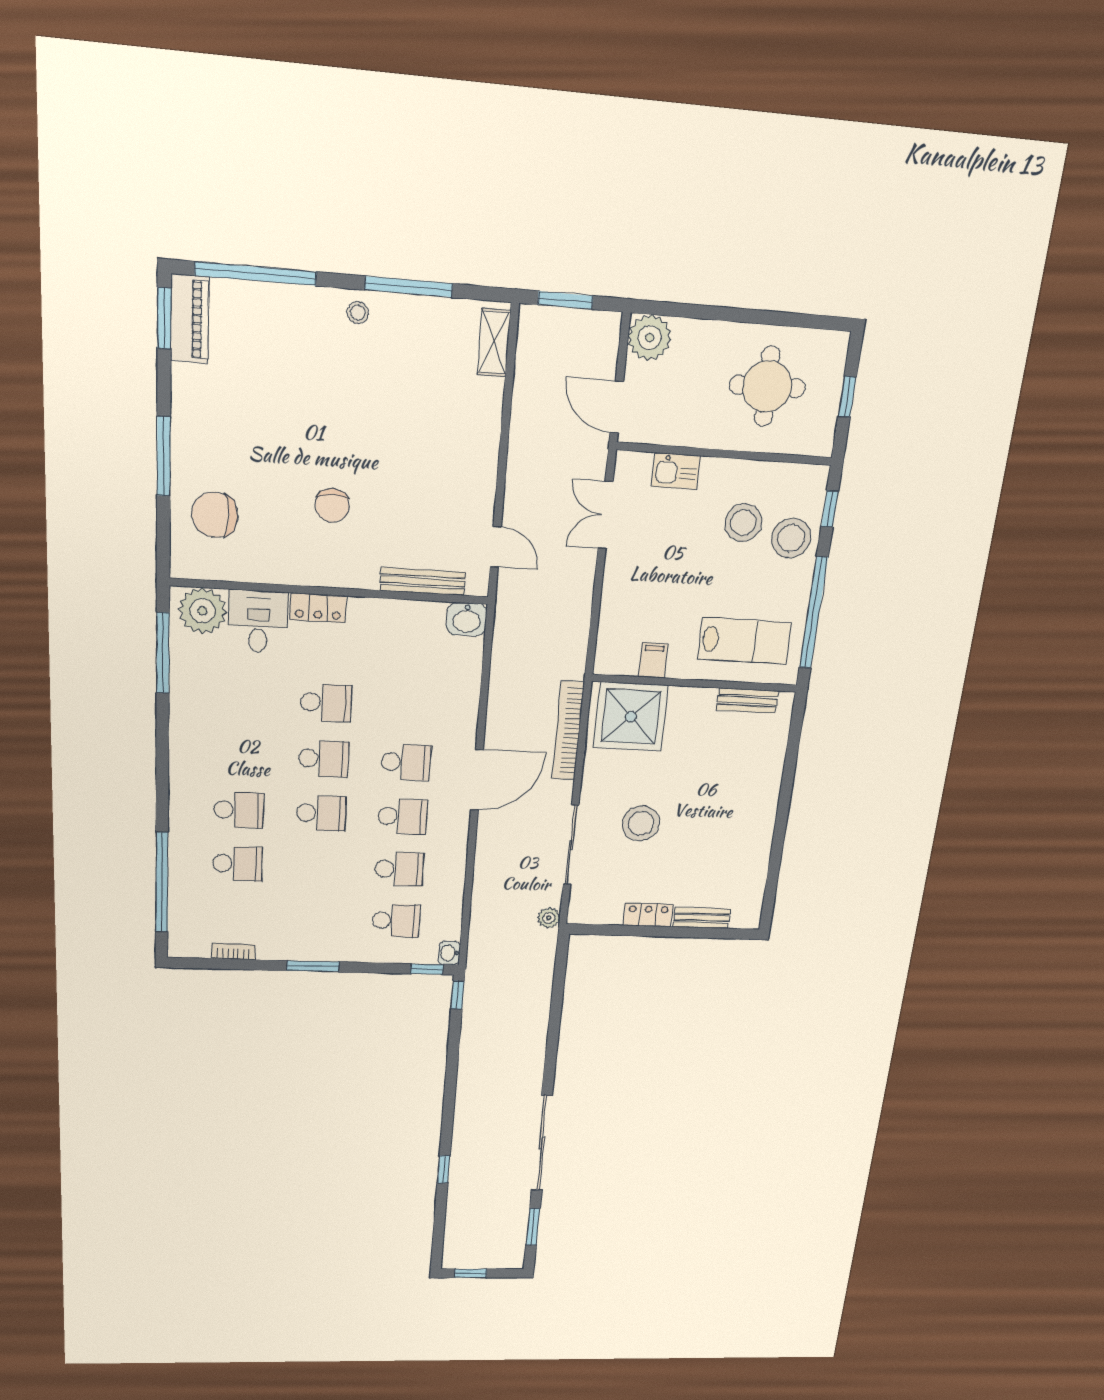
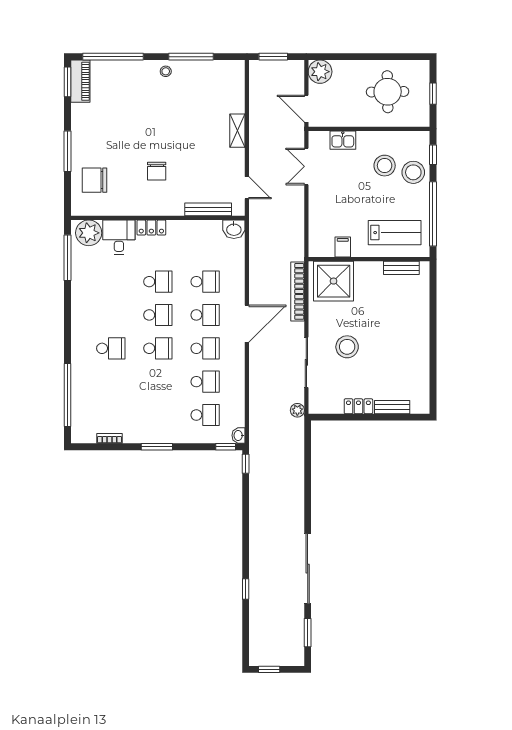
shelving: (494, 343) -> (237, 131), moved
school desk: (238, 864) -> (205, 282), moved

